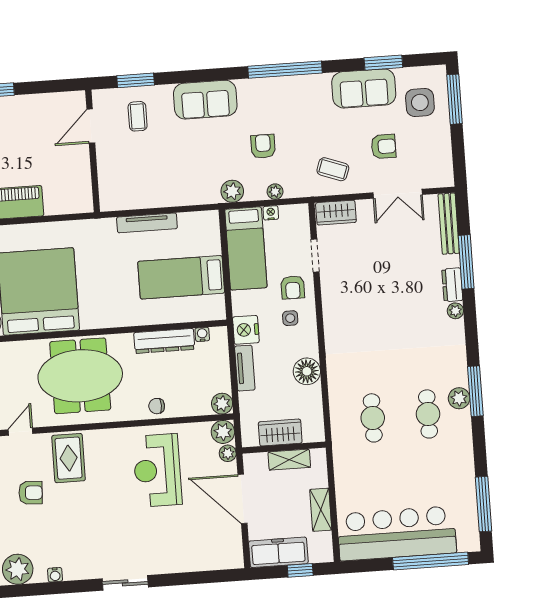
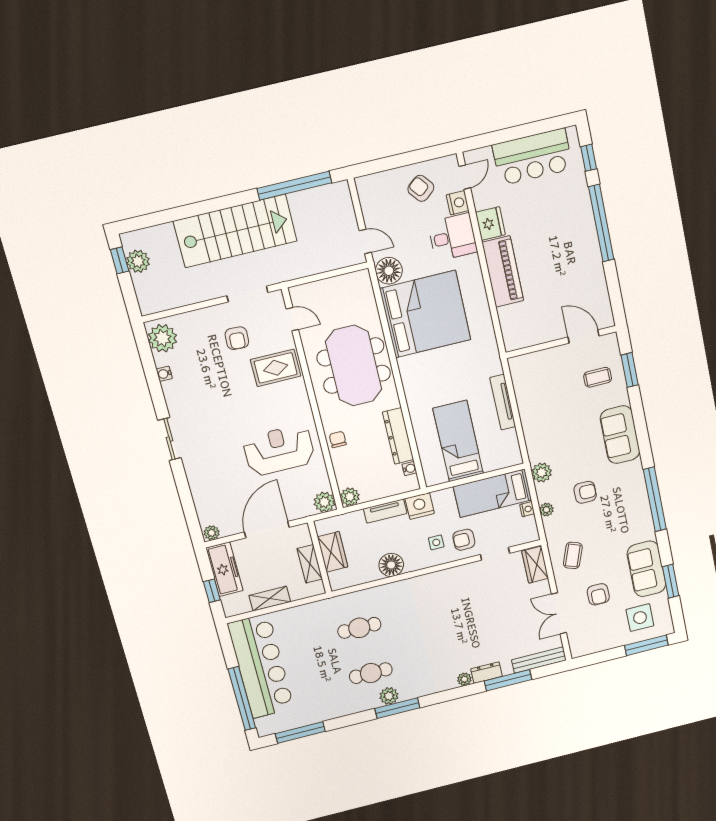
plant: (228, 453) -> (212, 533), moved

